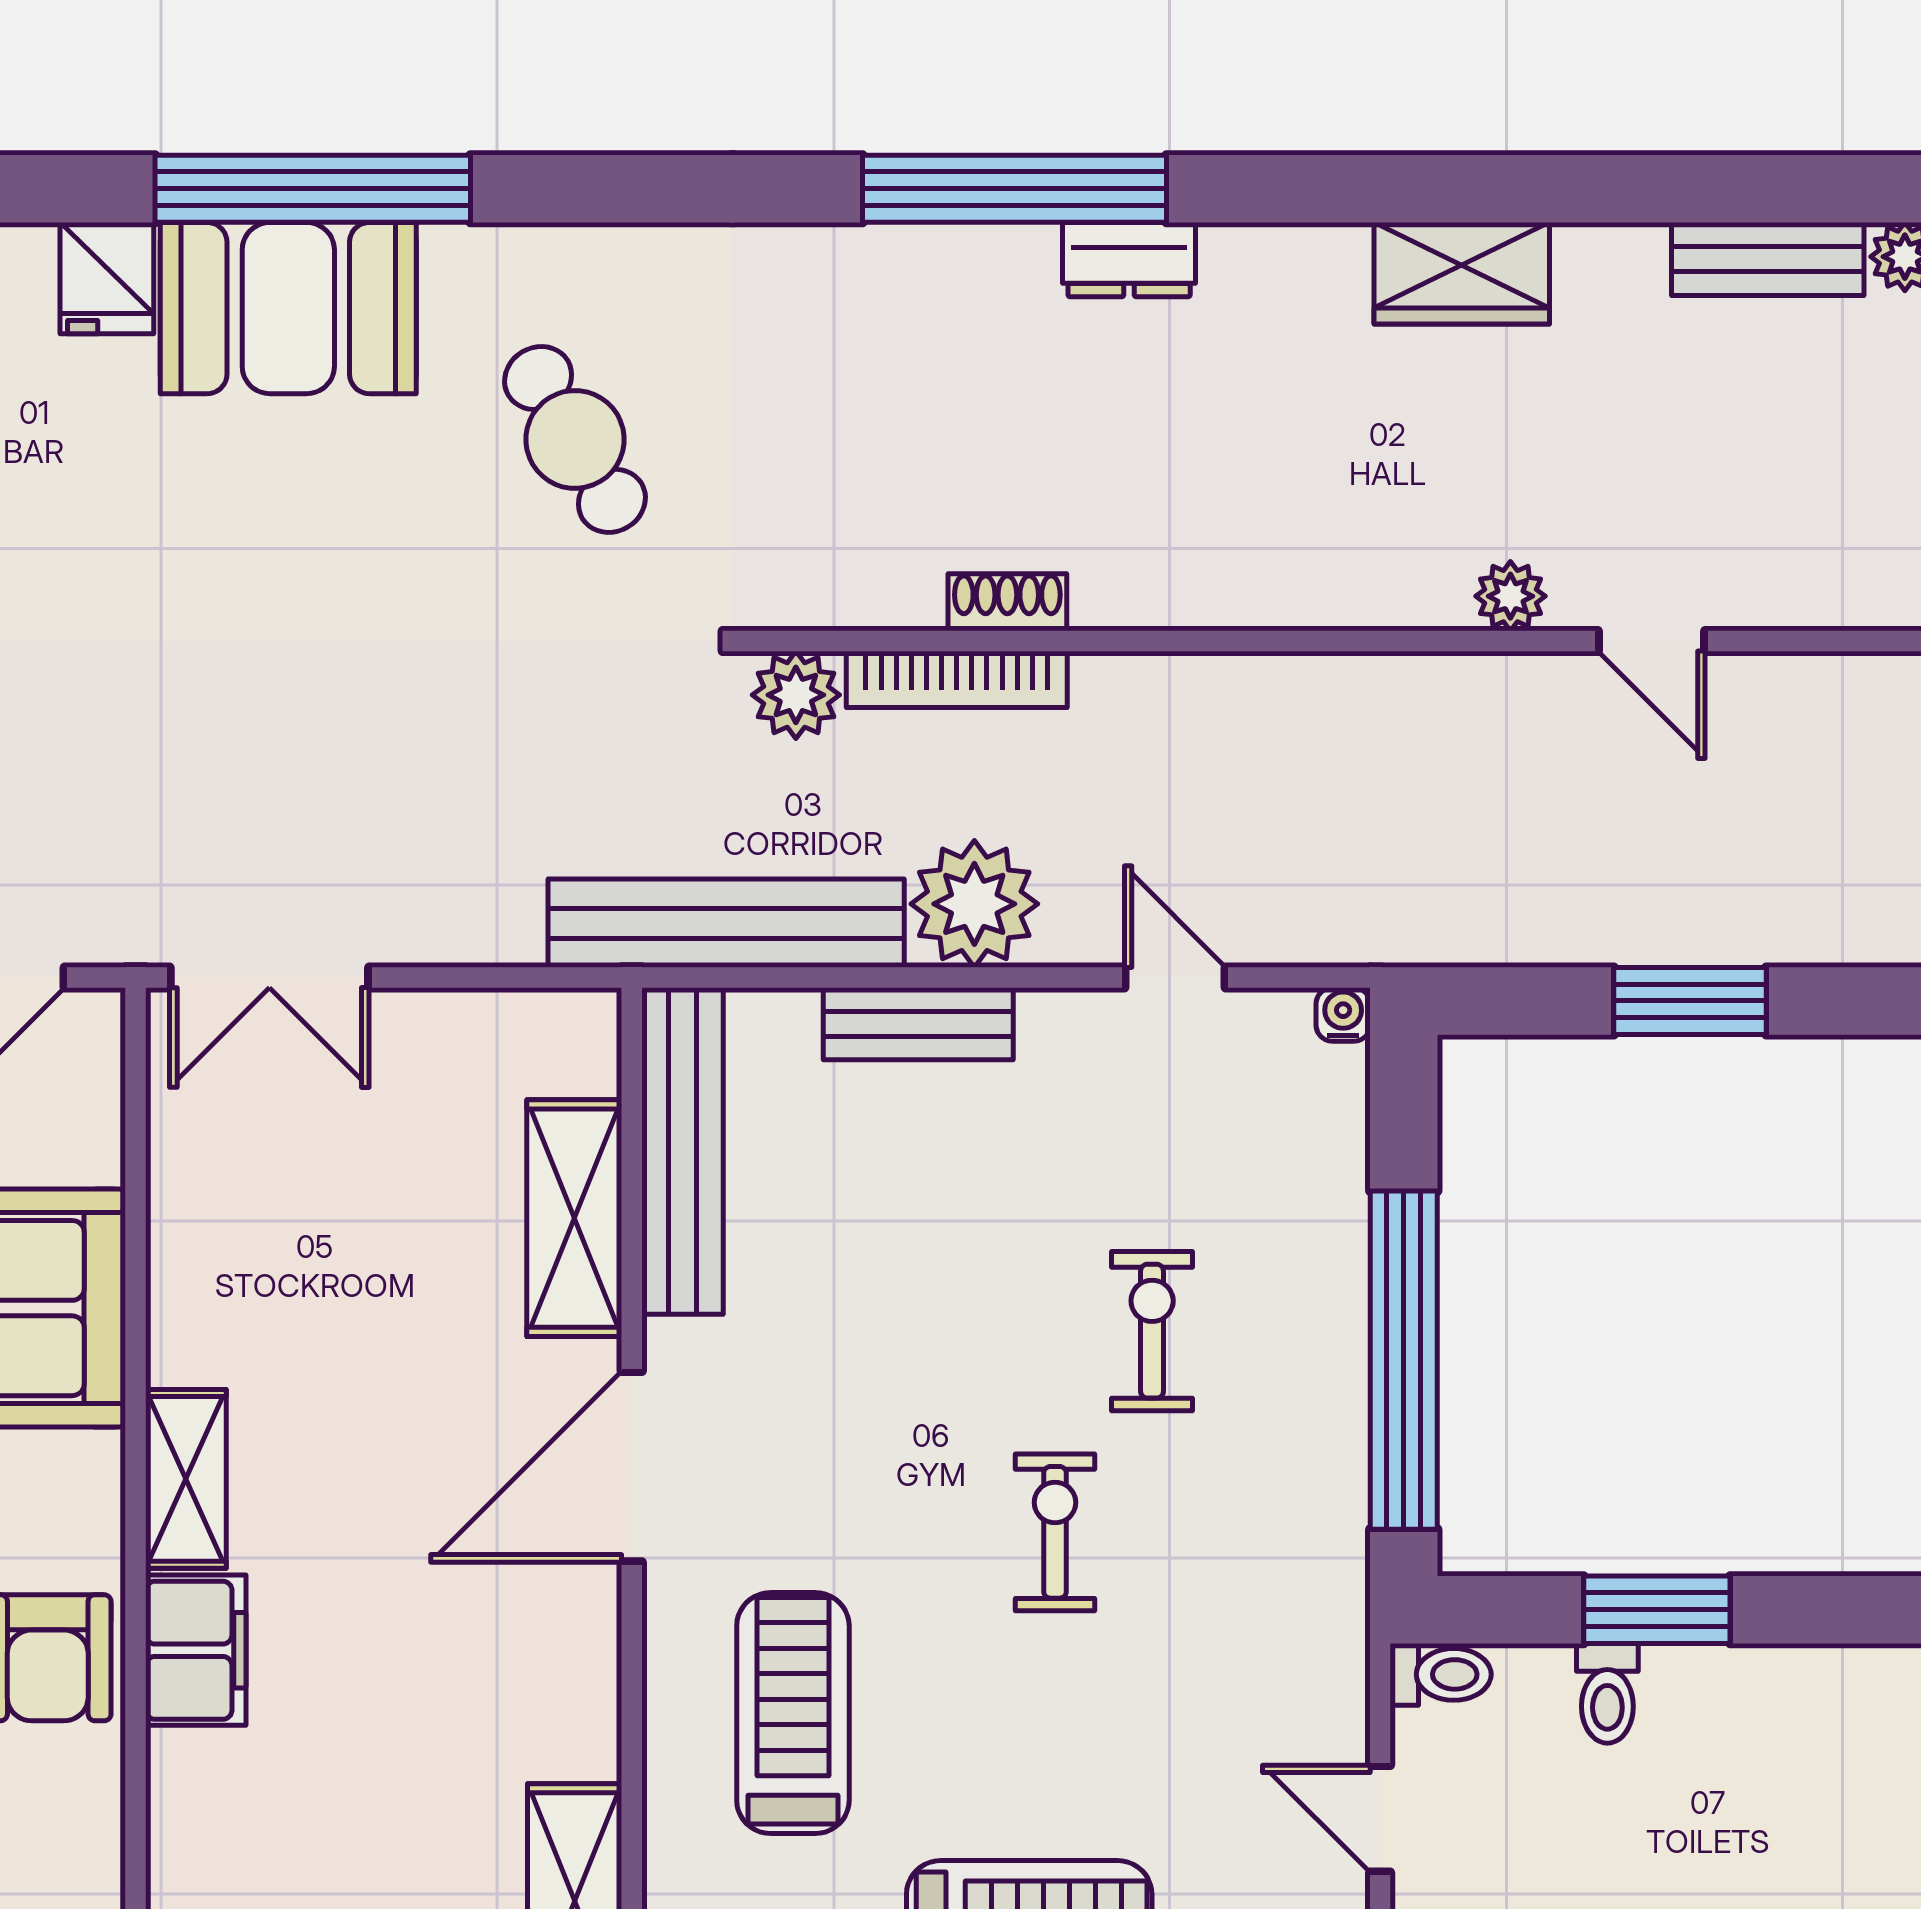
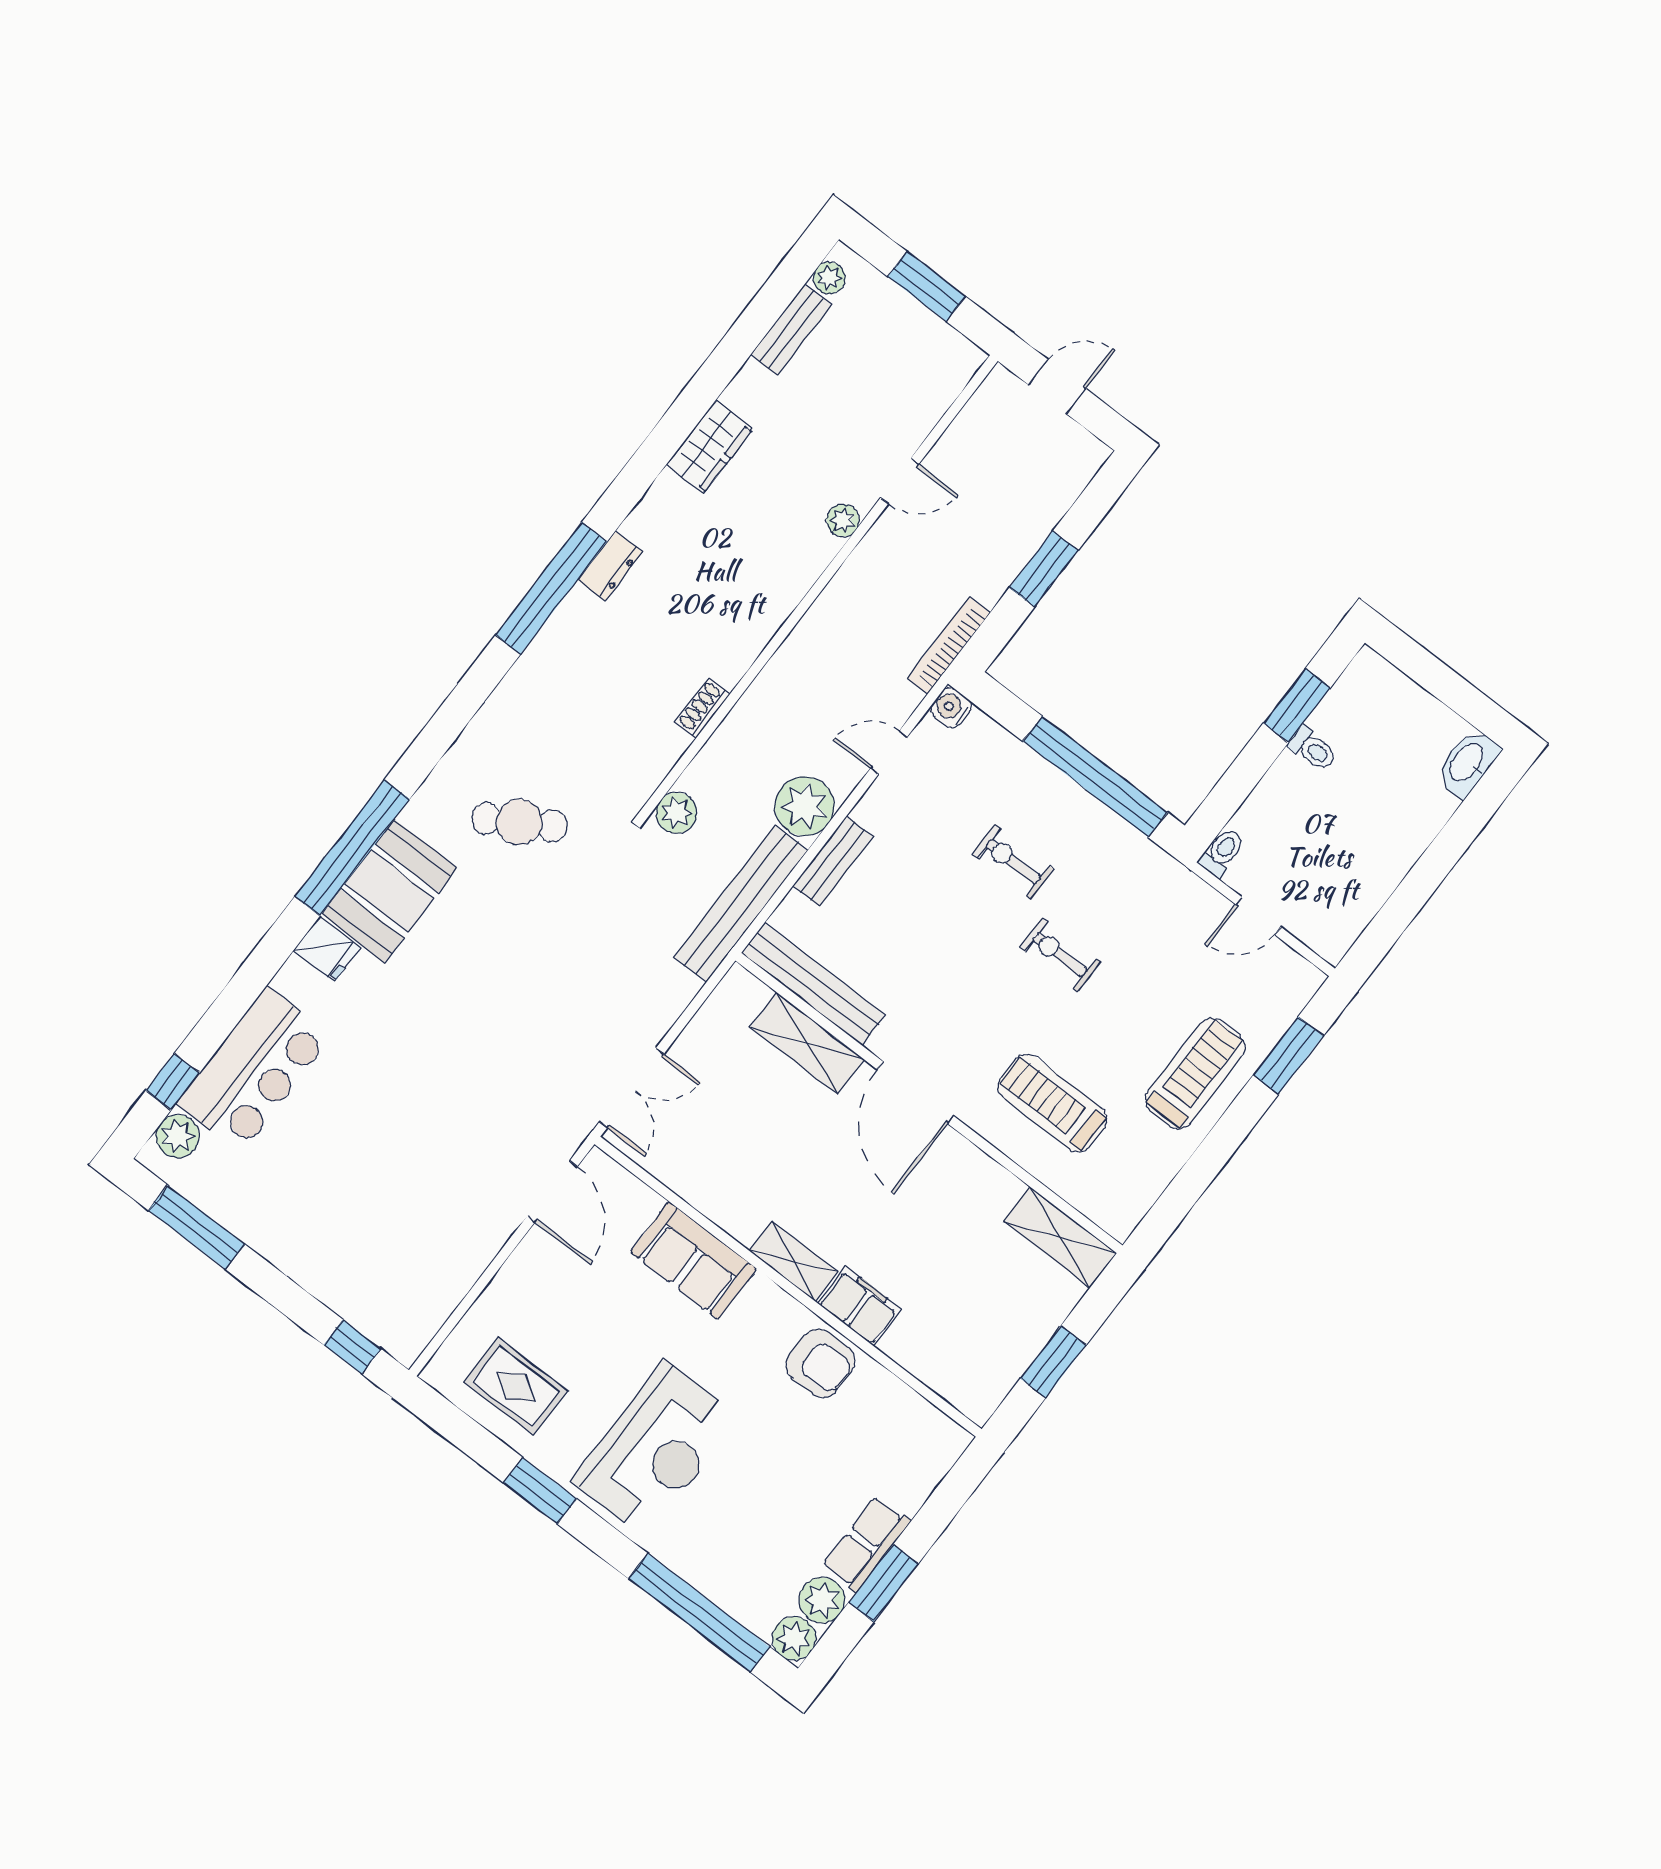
bookcase: (957, 679) -> (949, 645), moved, turned 180
water cooler: (1343, 1014) -> (951, 708), width x1.38, depth x1.38
window: (1657, 1610) -> (1297, 705), moved
toilet: (1607, 1693) -> (1313, 749), moved

